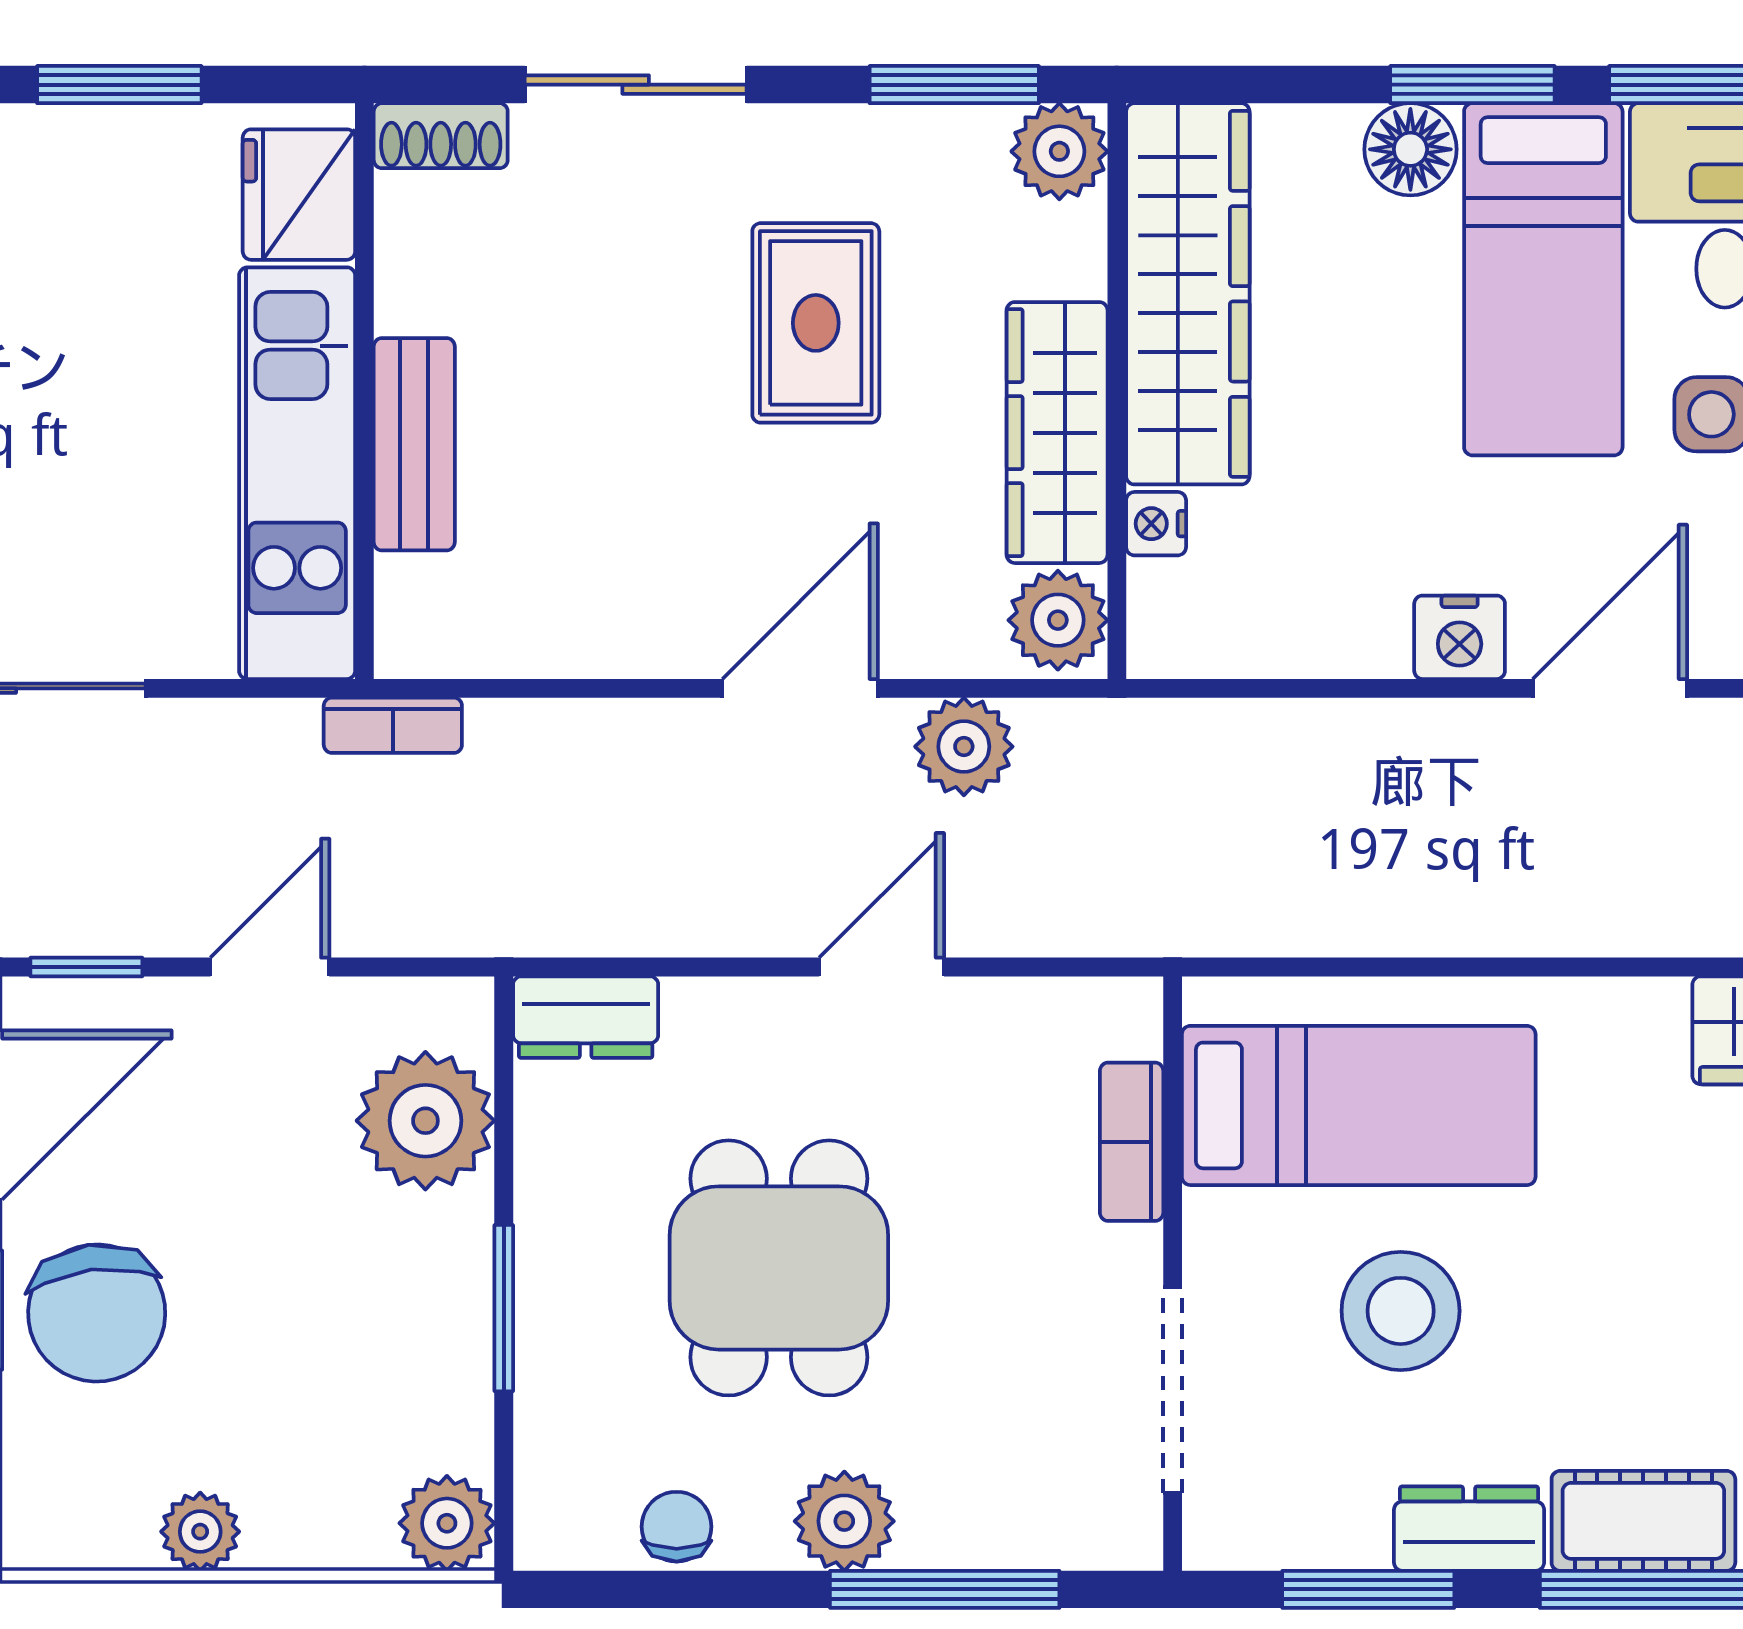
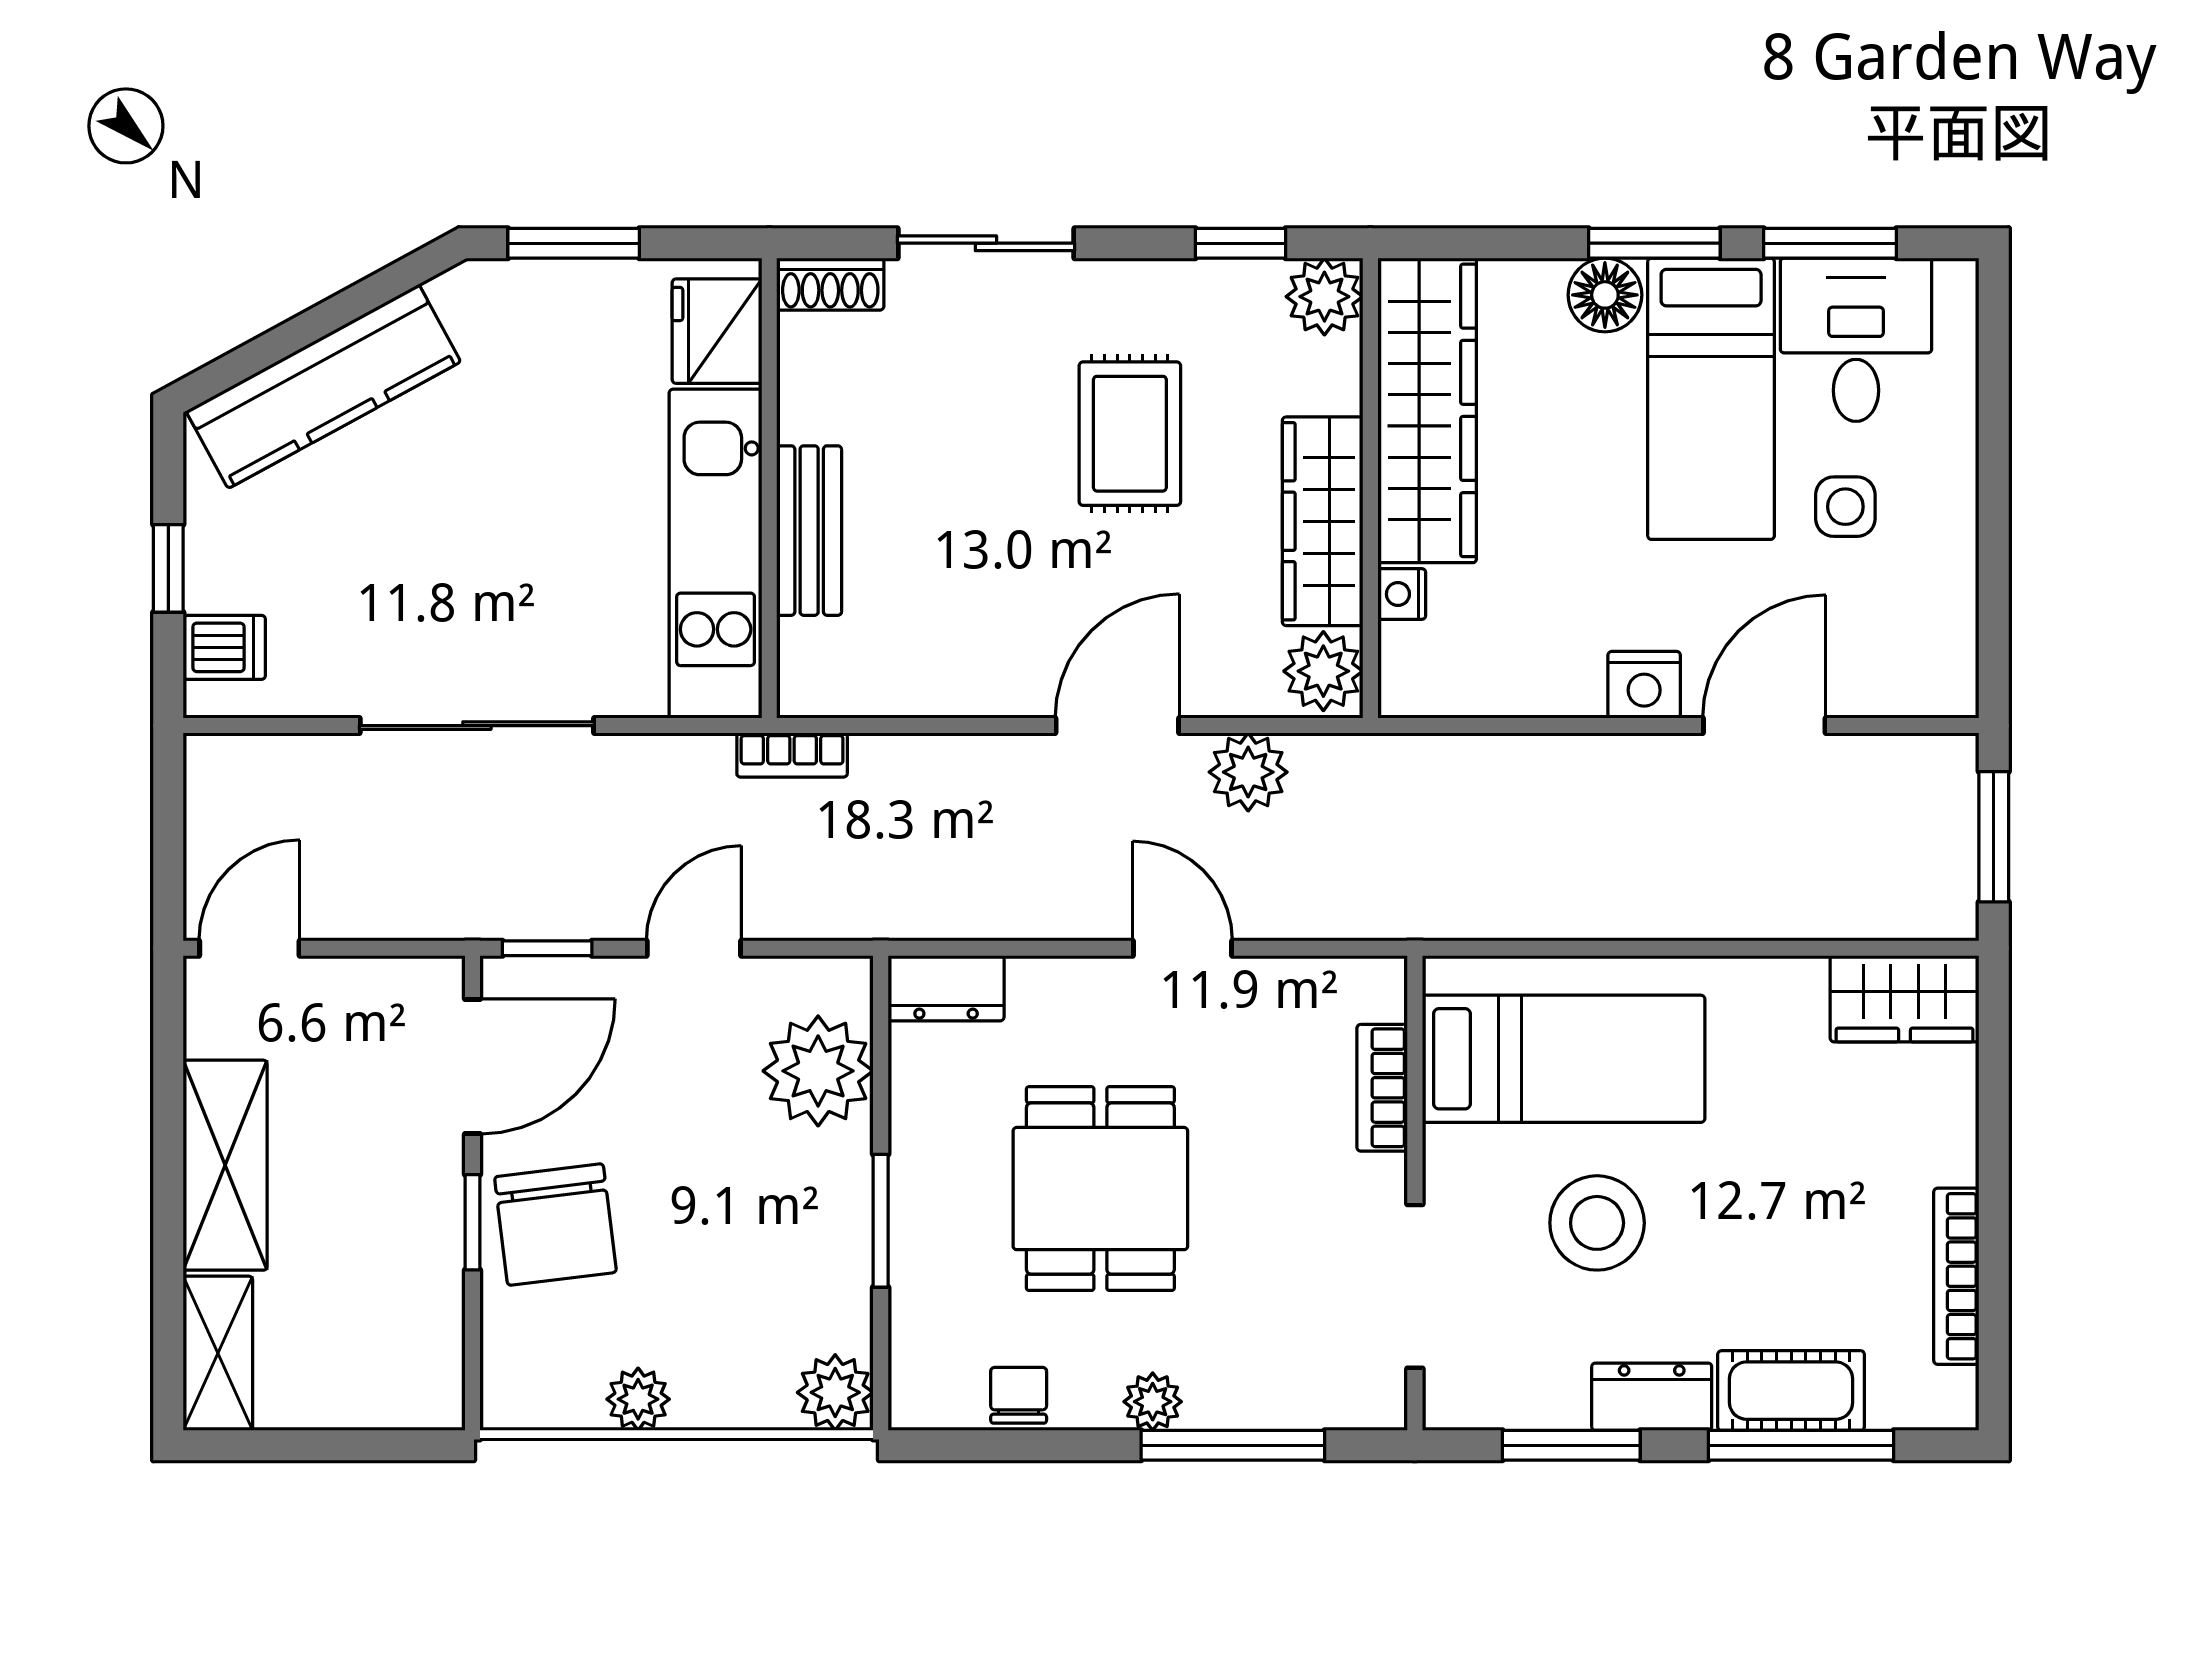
window: (954, 85) -> (1240, 243), width x0.67
door: (882, 967) -> (1182, 948), hinge flipped
plant: (844, 1521) -> (1153, 1402), width x0.73, depth x0.73

